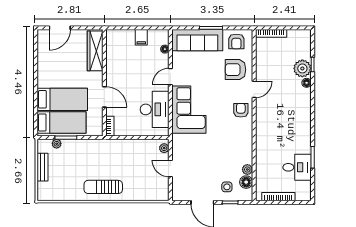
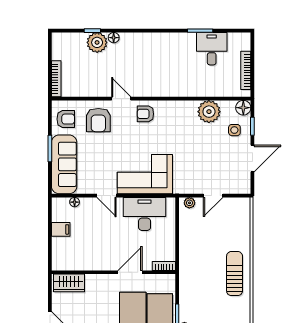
wardrobe: (95, 51) -> (69, 283), width x0.67
plant: (247, 169) -> (209, 112), width x1.87, depth x1.87
floor lamp: (246, 182) -> (243, 108), moved
sun lounger: (103, 187) -> (235, 274), turned 180

